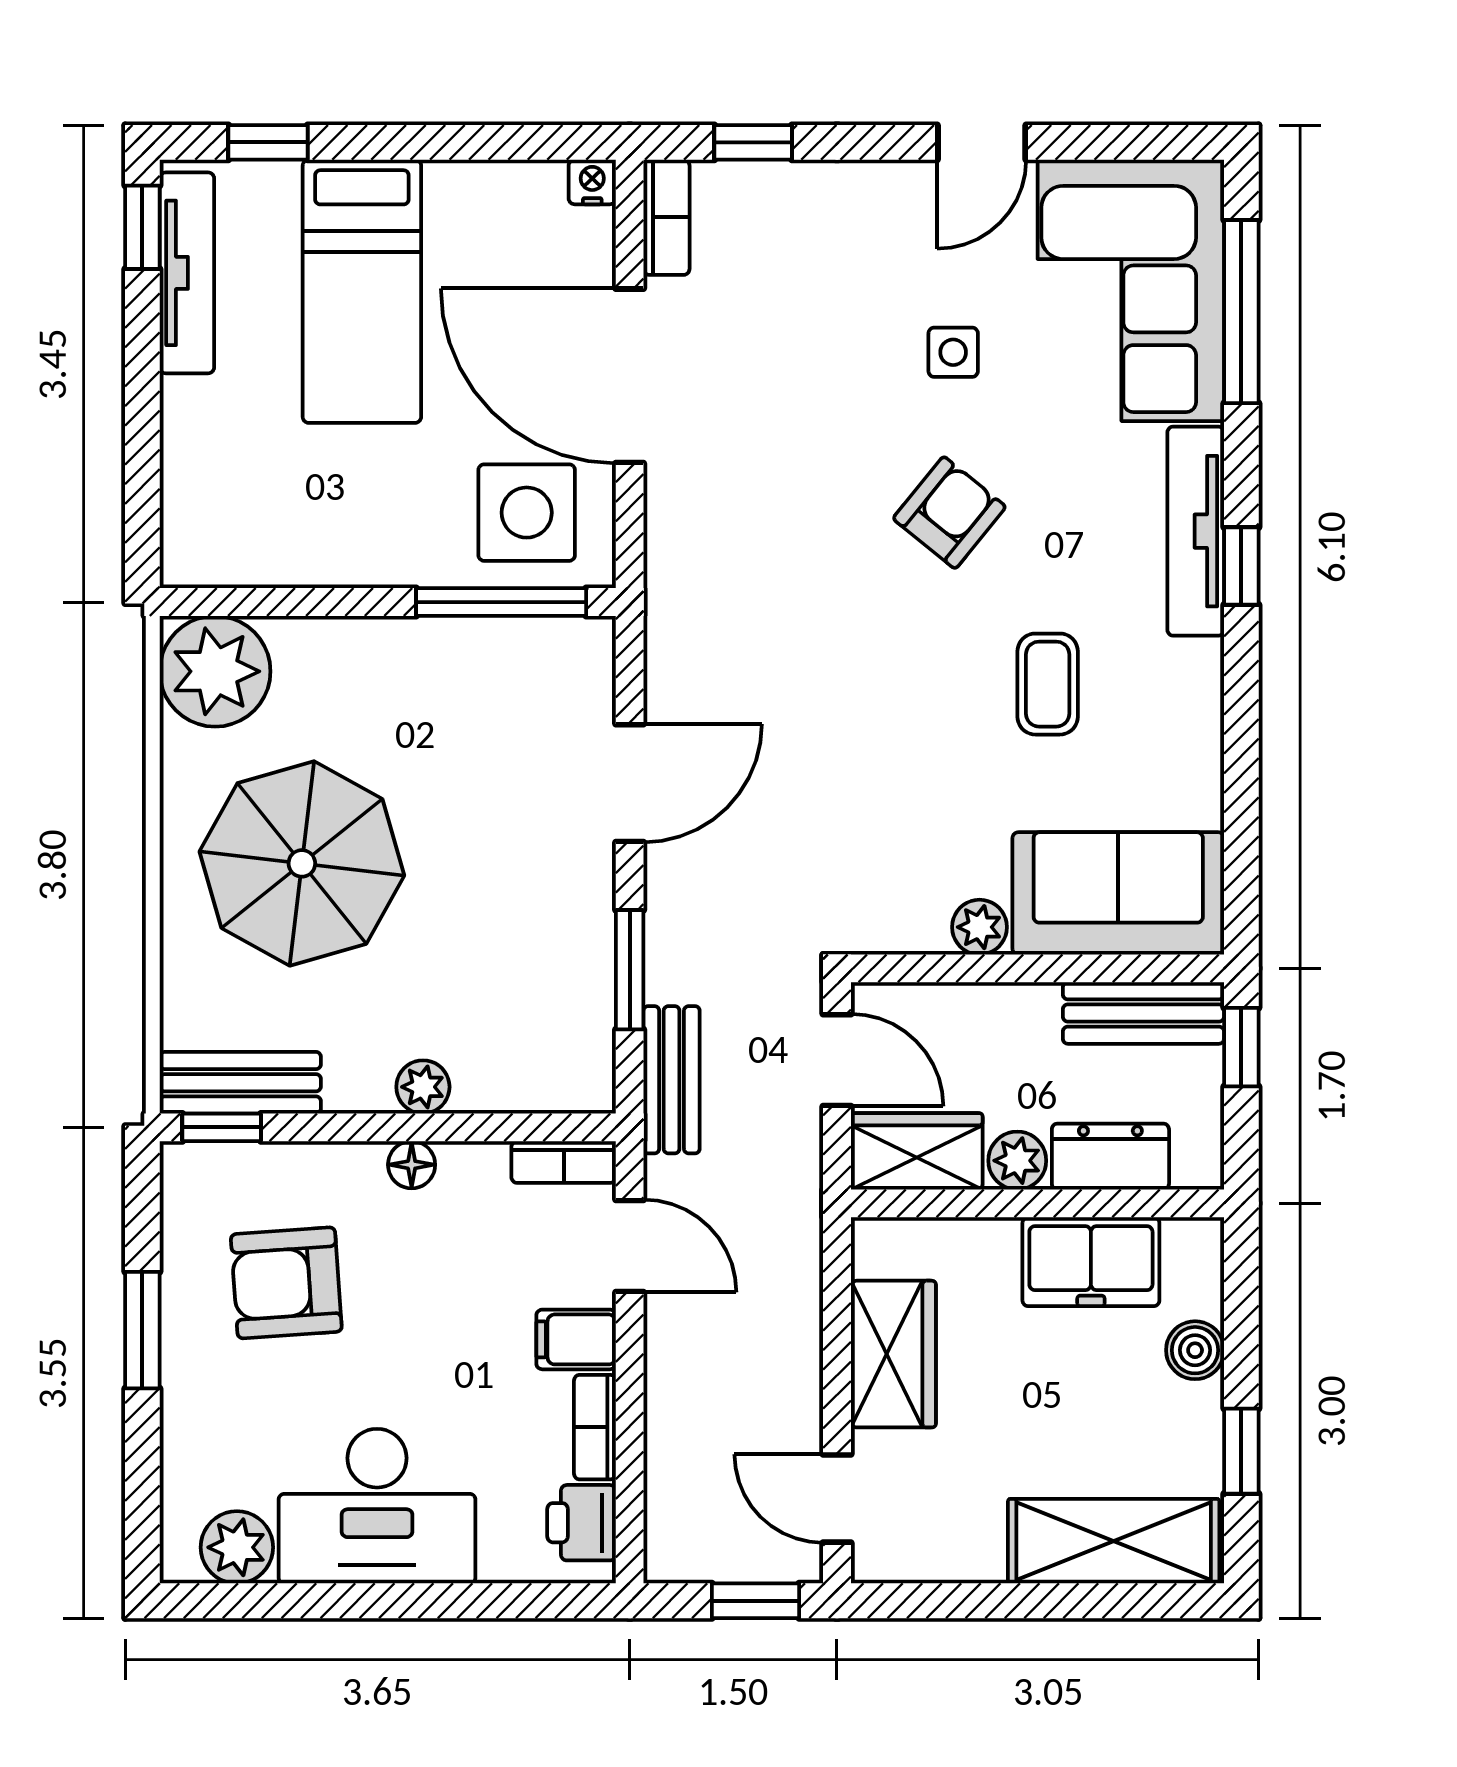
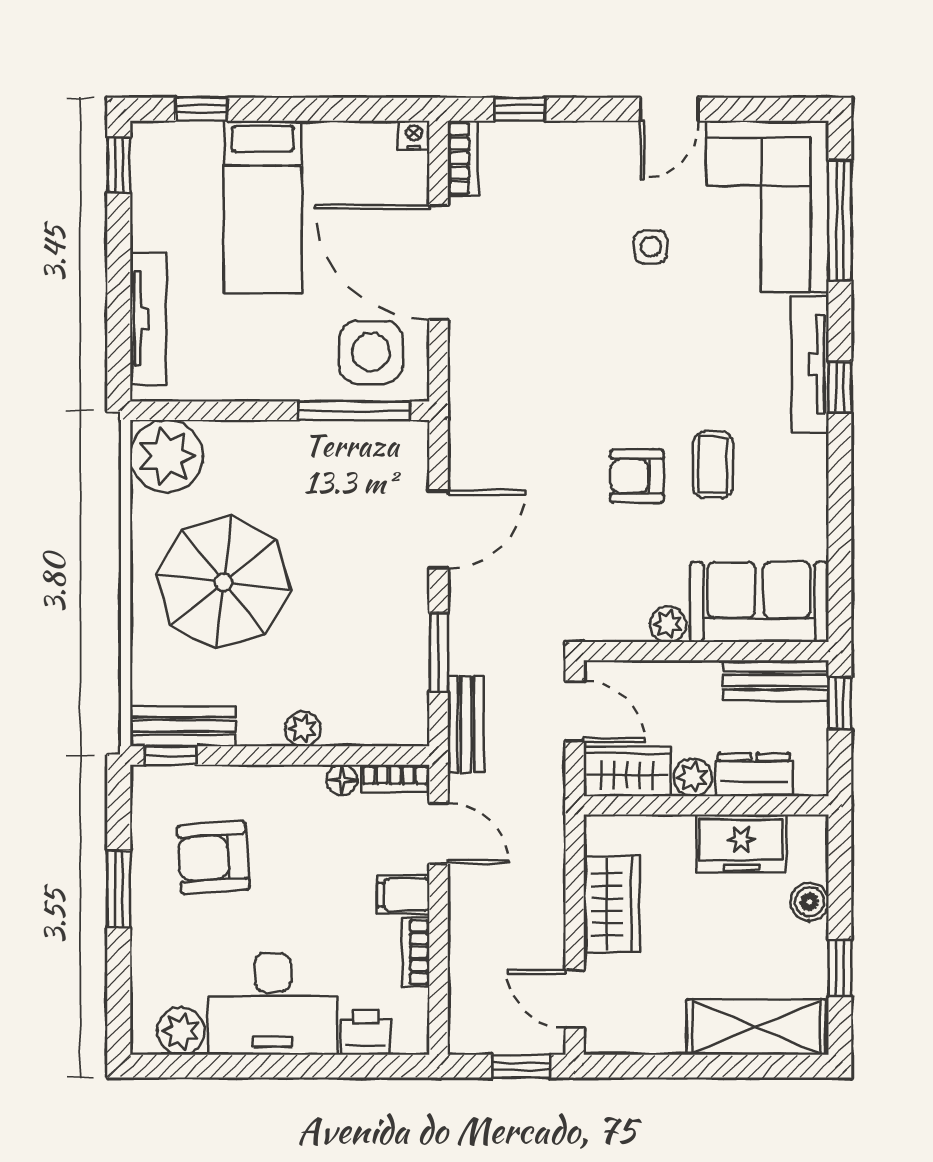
tv unit: (187, 273) -> (148, 319), moved
armchair: (949, 513) -> (637, 476), moved, turned -129
floor lamp: (412, 1165) -> (342, 780), moved
printer: (582, 1523) -> (366, 1032), moved, turned 90

